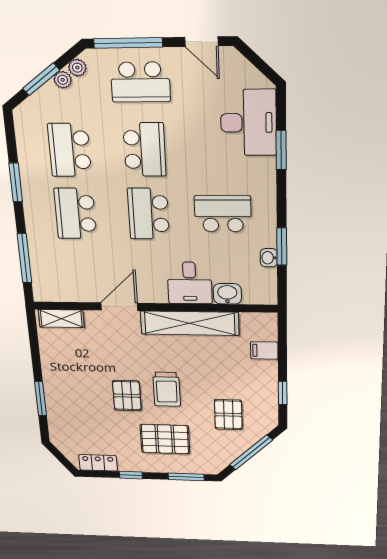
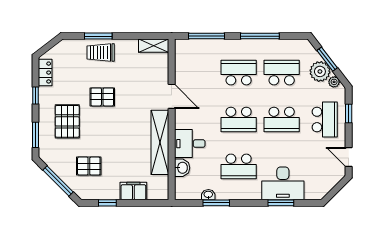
door: (202, 42) -> (349, 157), hinge flipped
window: (128, 43) -> (349, 114), width x0.46
plant: (63, 80) -> (320, 71), width x1.88, depth x1.88
school desk: (140, 82) -> (325, 119), turned 180
desk: (248, 123) -> (283, 183), moved
window: (16, 183) -> (260, 36), width x1.44
school desk: (148, 214) -> (239, 119), turned 180
school desk: (223, 214) -> (239, 166), turned 90
shelving: (61, 319) -> (154, 46), moved, turned 90
filing cabinet: (264, 350) -> (133, 191), width x2.00
trolley: (167, 389) -> (101, 52), moved

